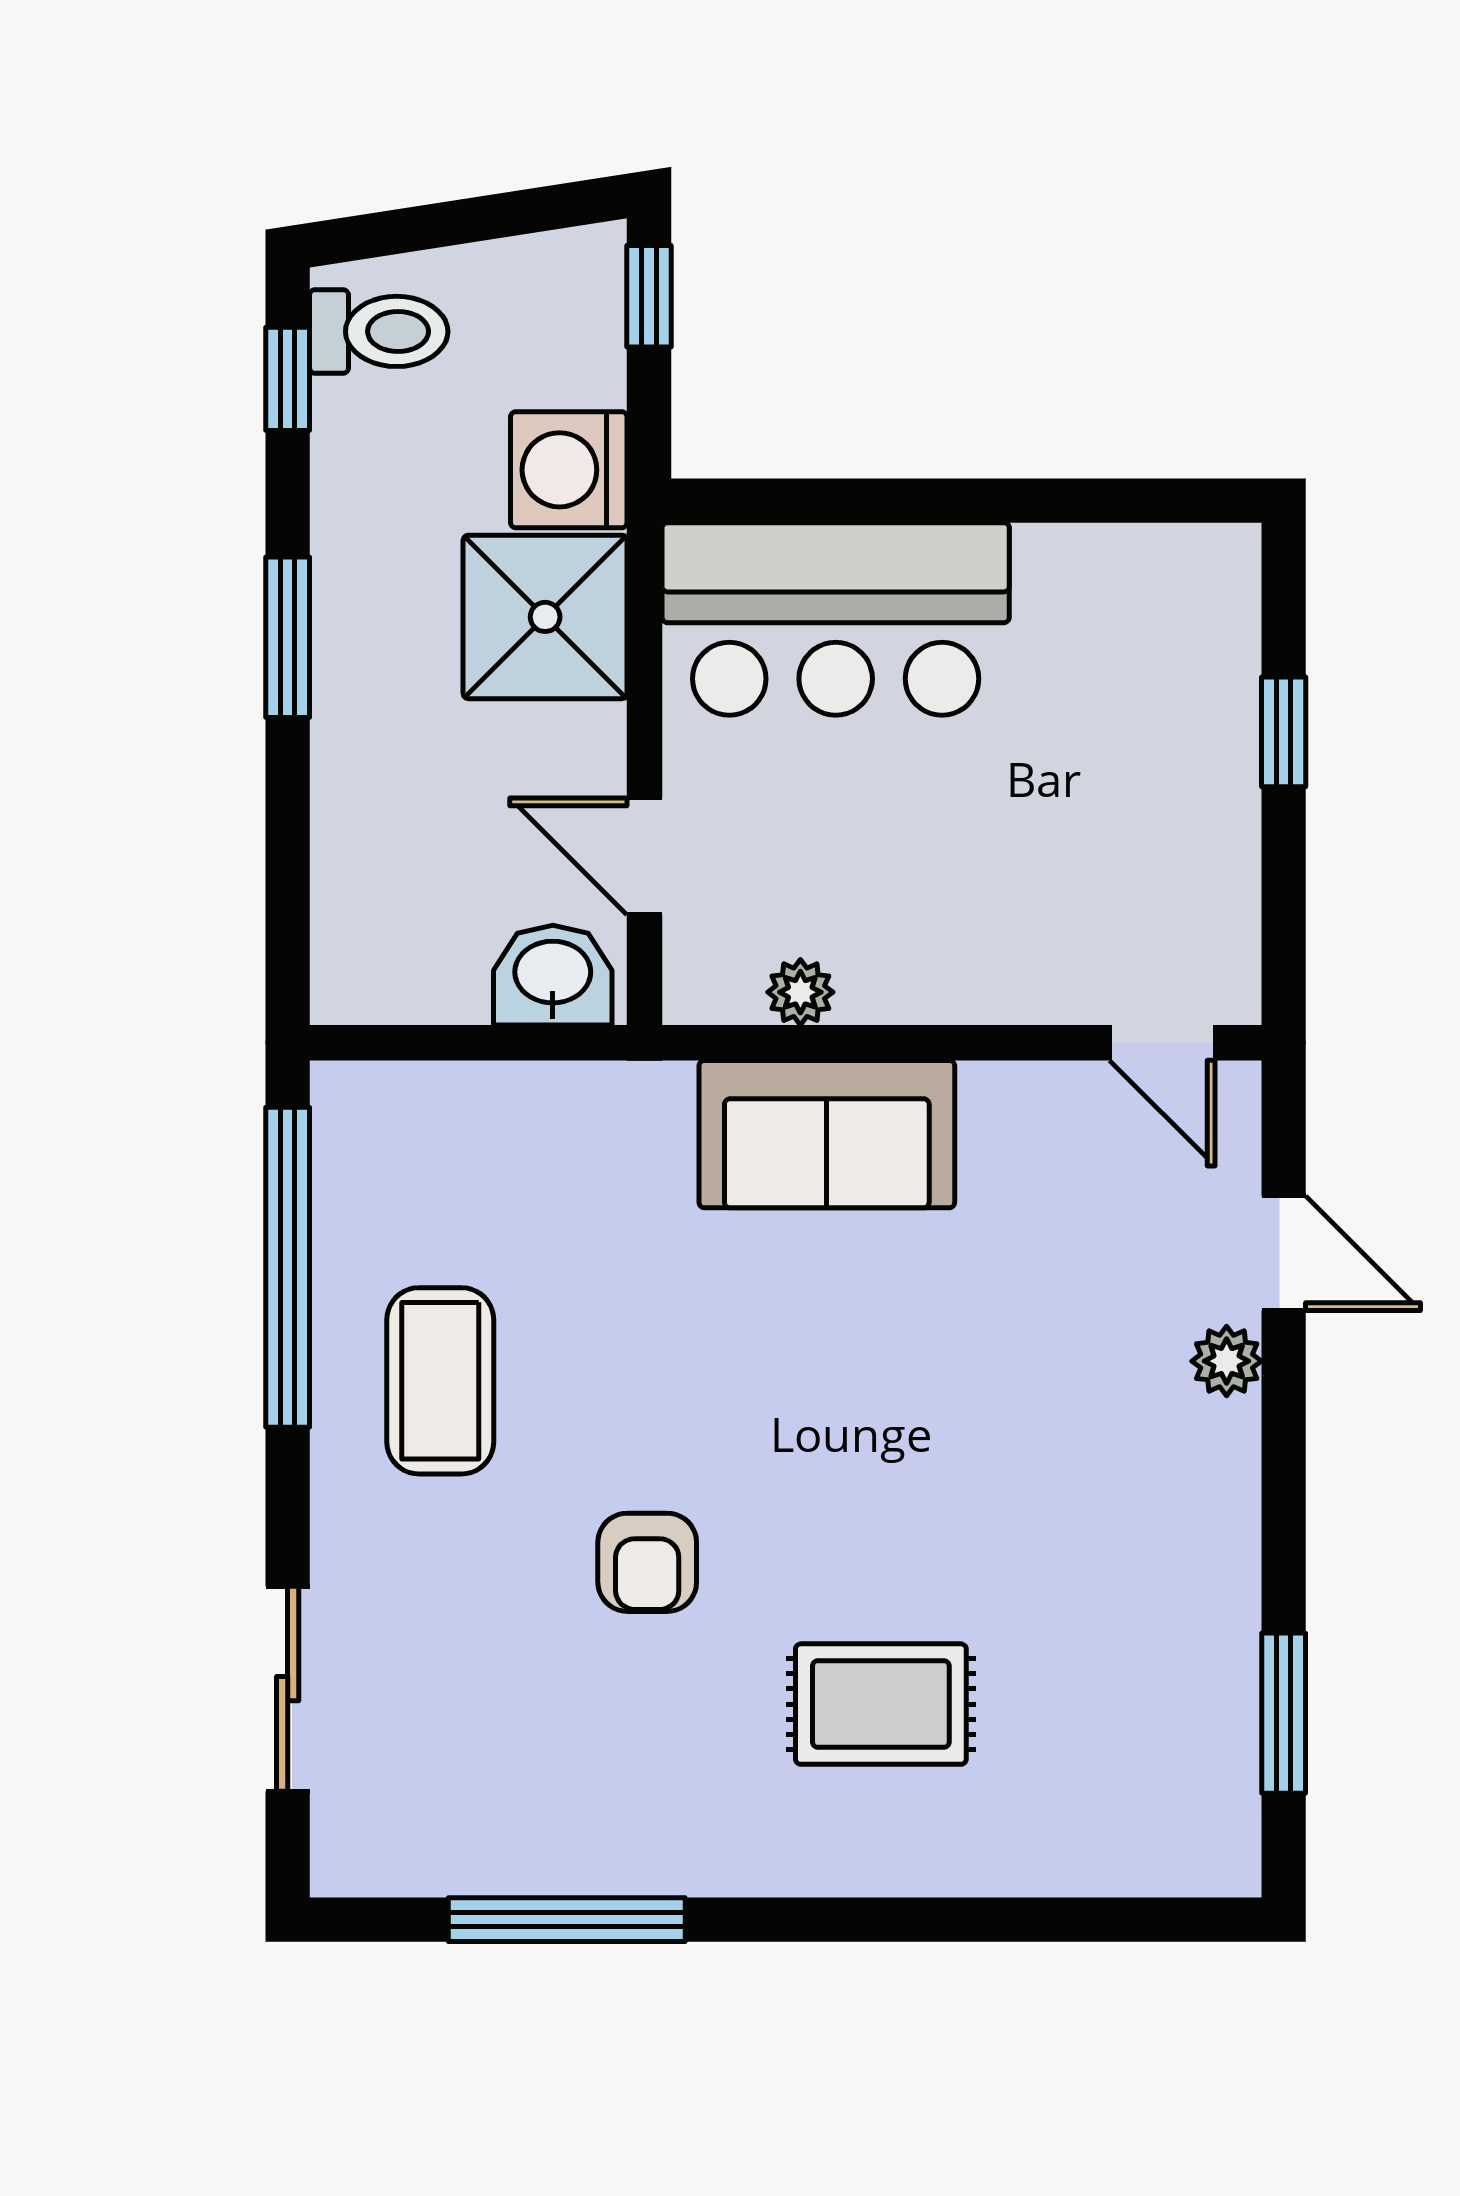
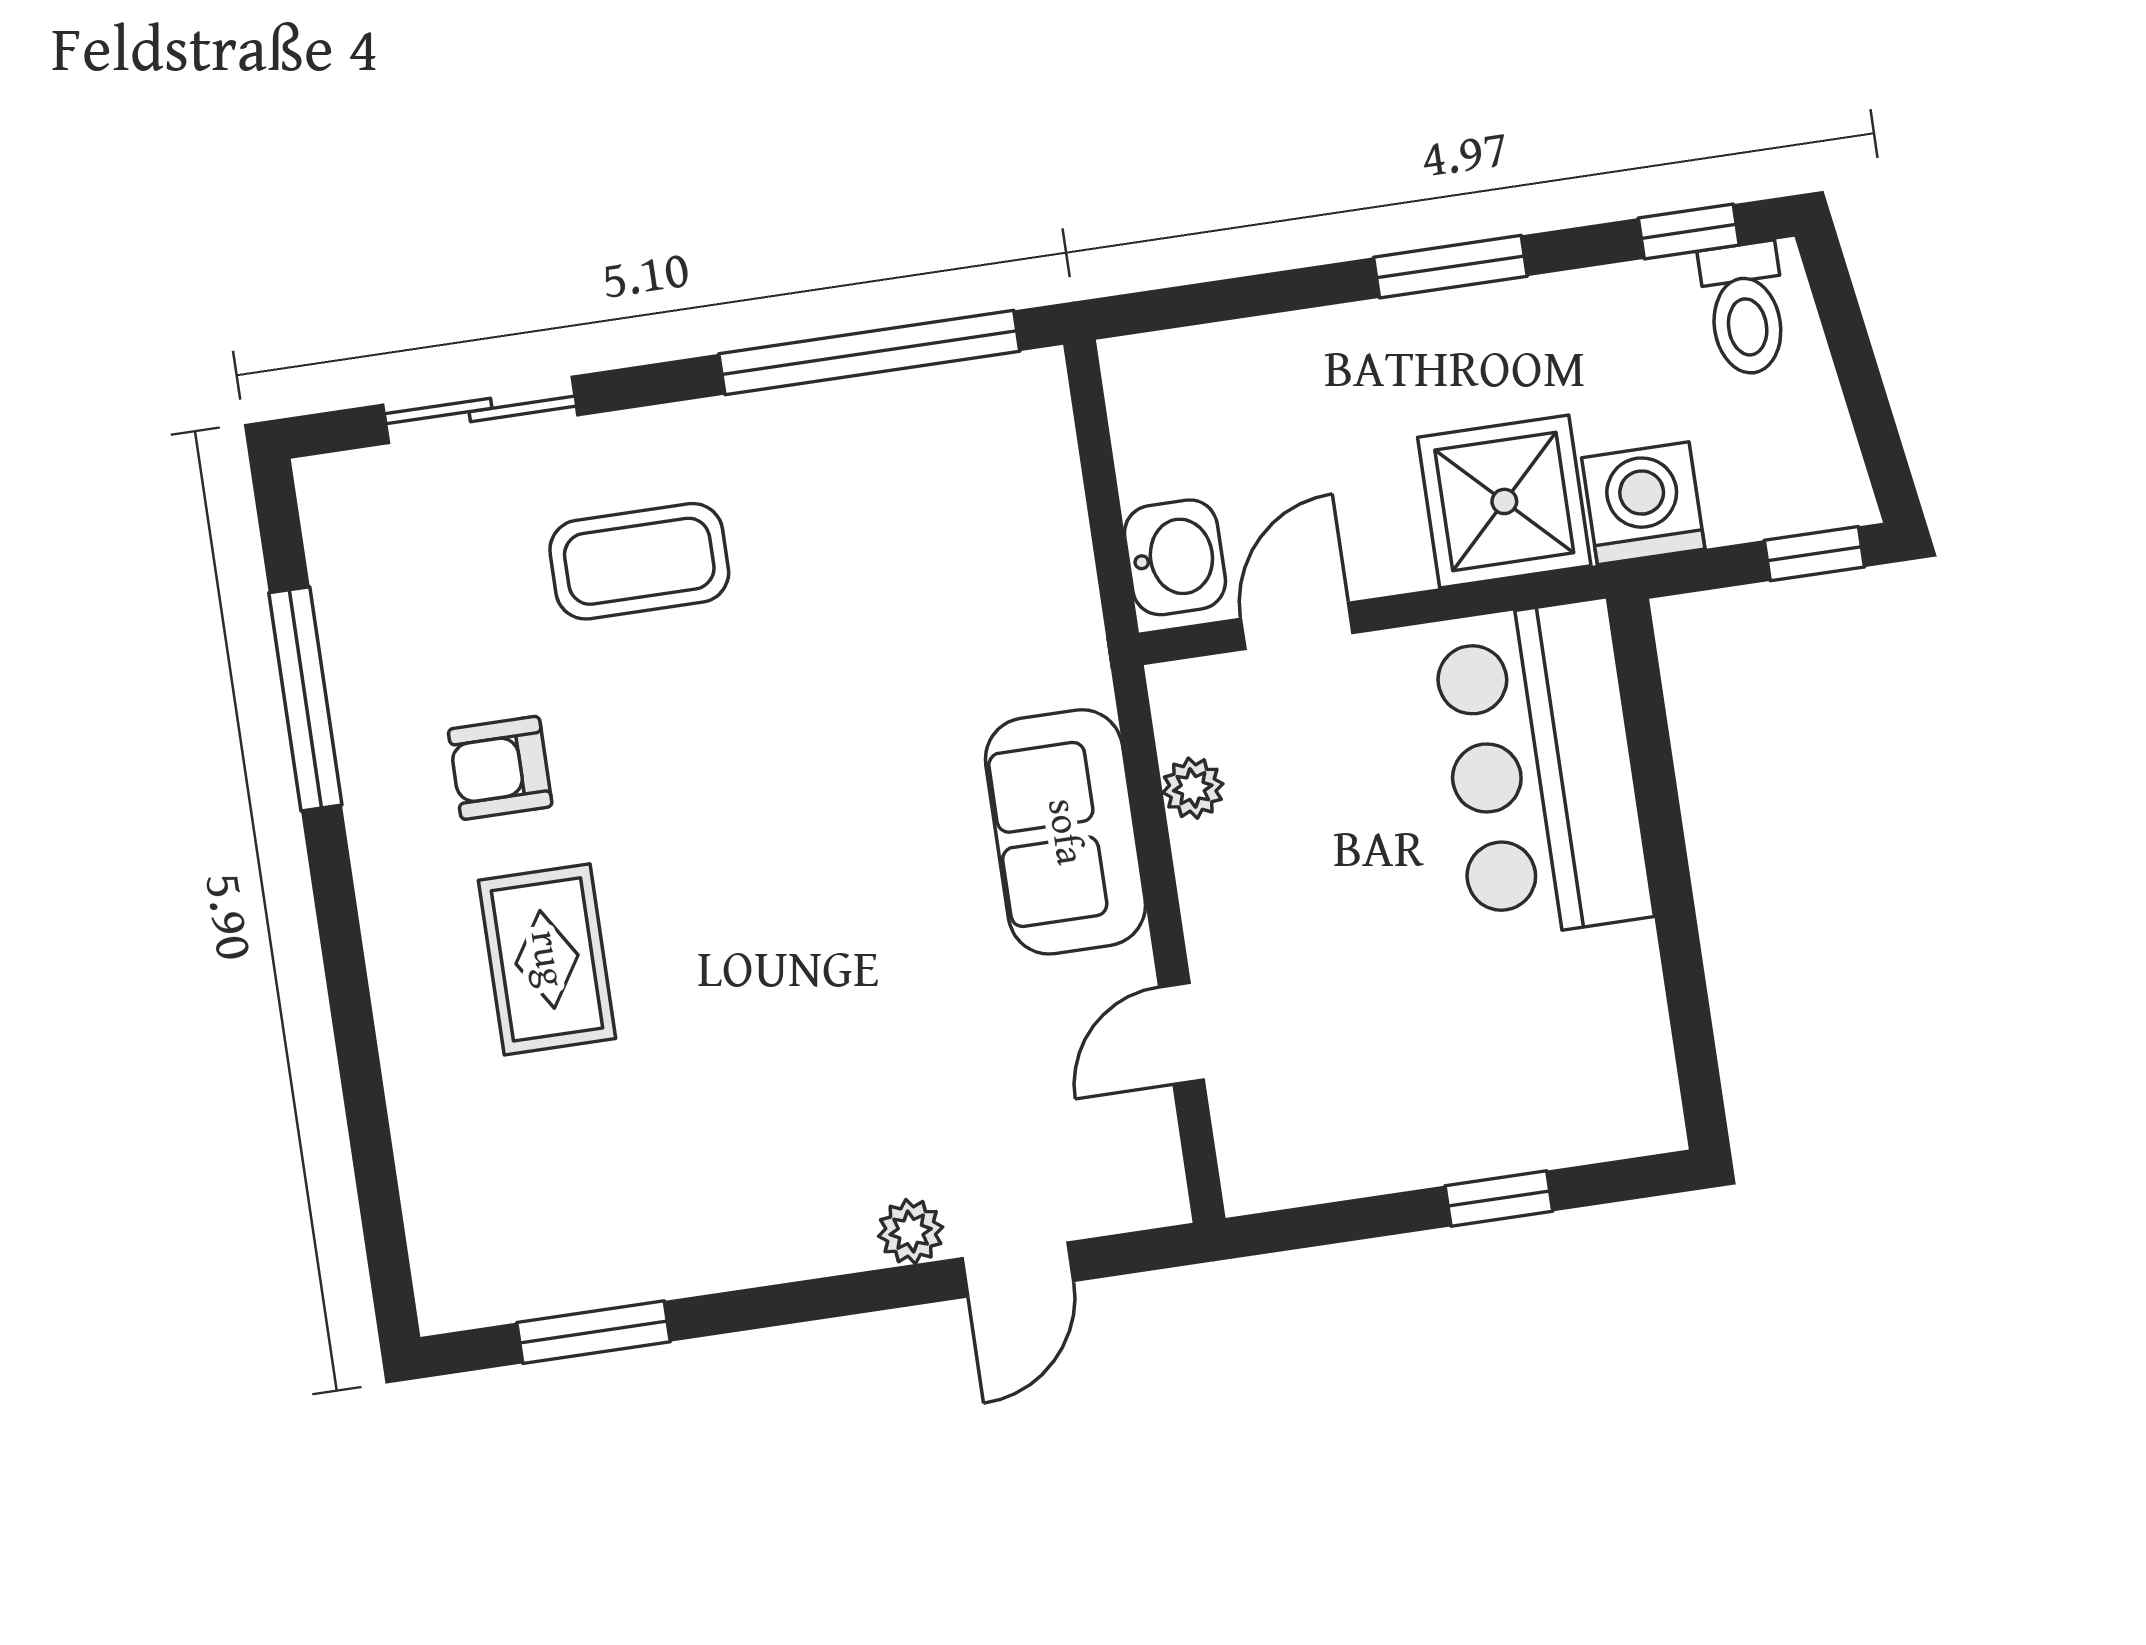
door: (1162, 1043) -> (1182, 1034), moved
coffee table: (440, 1381) -> (639, 561), moved
armchair: (647, 1562) -> (500, 768), moved

